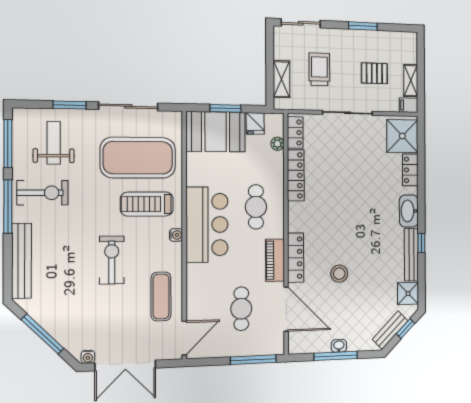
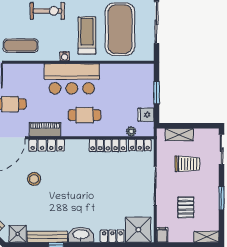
shelving: (411, 81) -> (206, 237), moved
booth: (216, 132) -> (139, 85), removed

